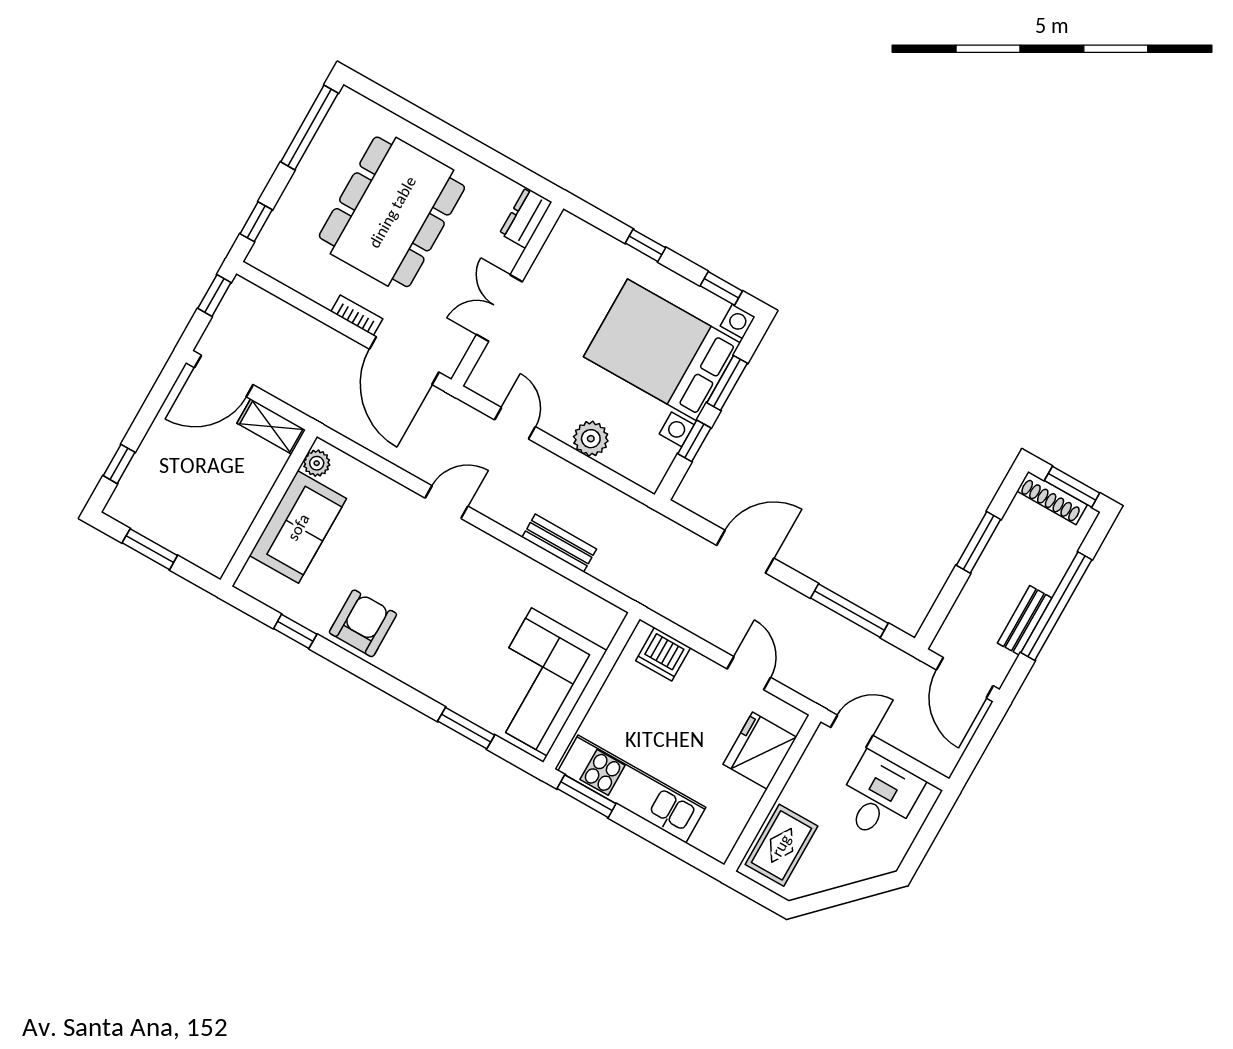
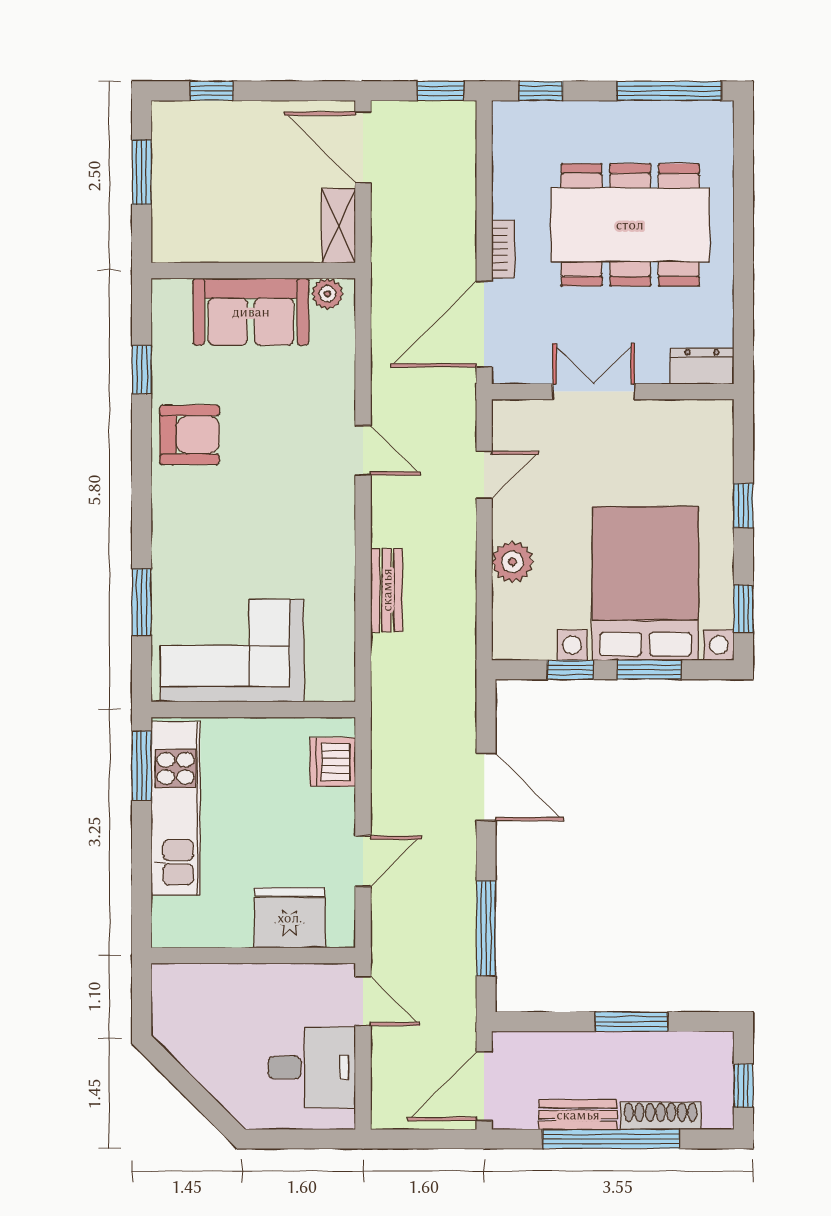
window: (1072, 487) -> (743, 1086), width x0.67
shoe rack: (1052, 498) -> (661, 1116), moved, turned 90
rug: (781, 845) -> (205, 995), removed

